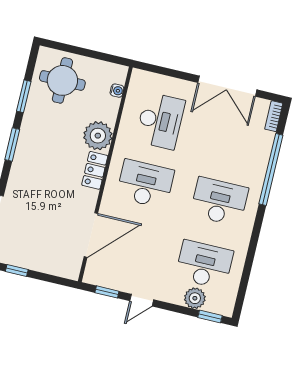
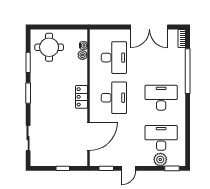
plant: (98, 136) -> (83, 55), moved, width x0.53, depth x0.53
desk: (145, 184) -> (114, 98), turned 90
window: (17, 270) -> (63, 168), moved

